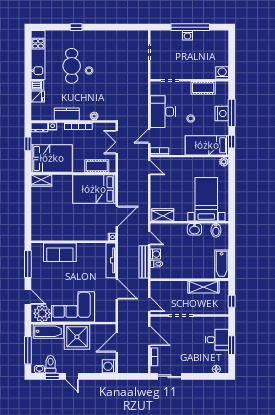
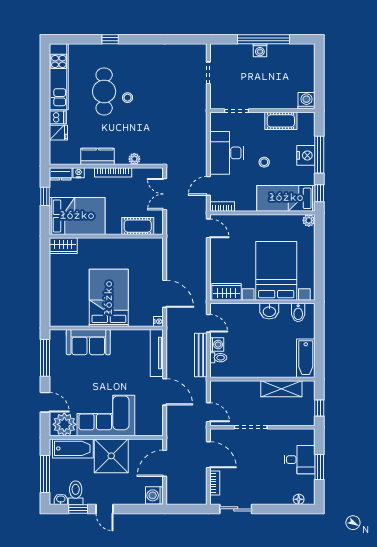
bed: (94, 189) -> (109, 298), moved, turned 90
bed with nightstands: (206, 199) -> (276, 271), width x1.36
door: (117, 216) -> (165, 294), hinge flipped

